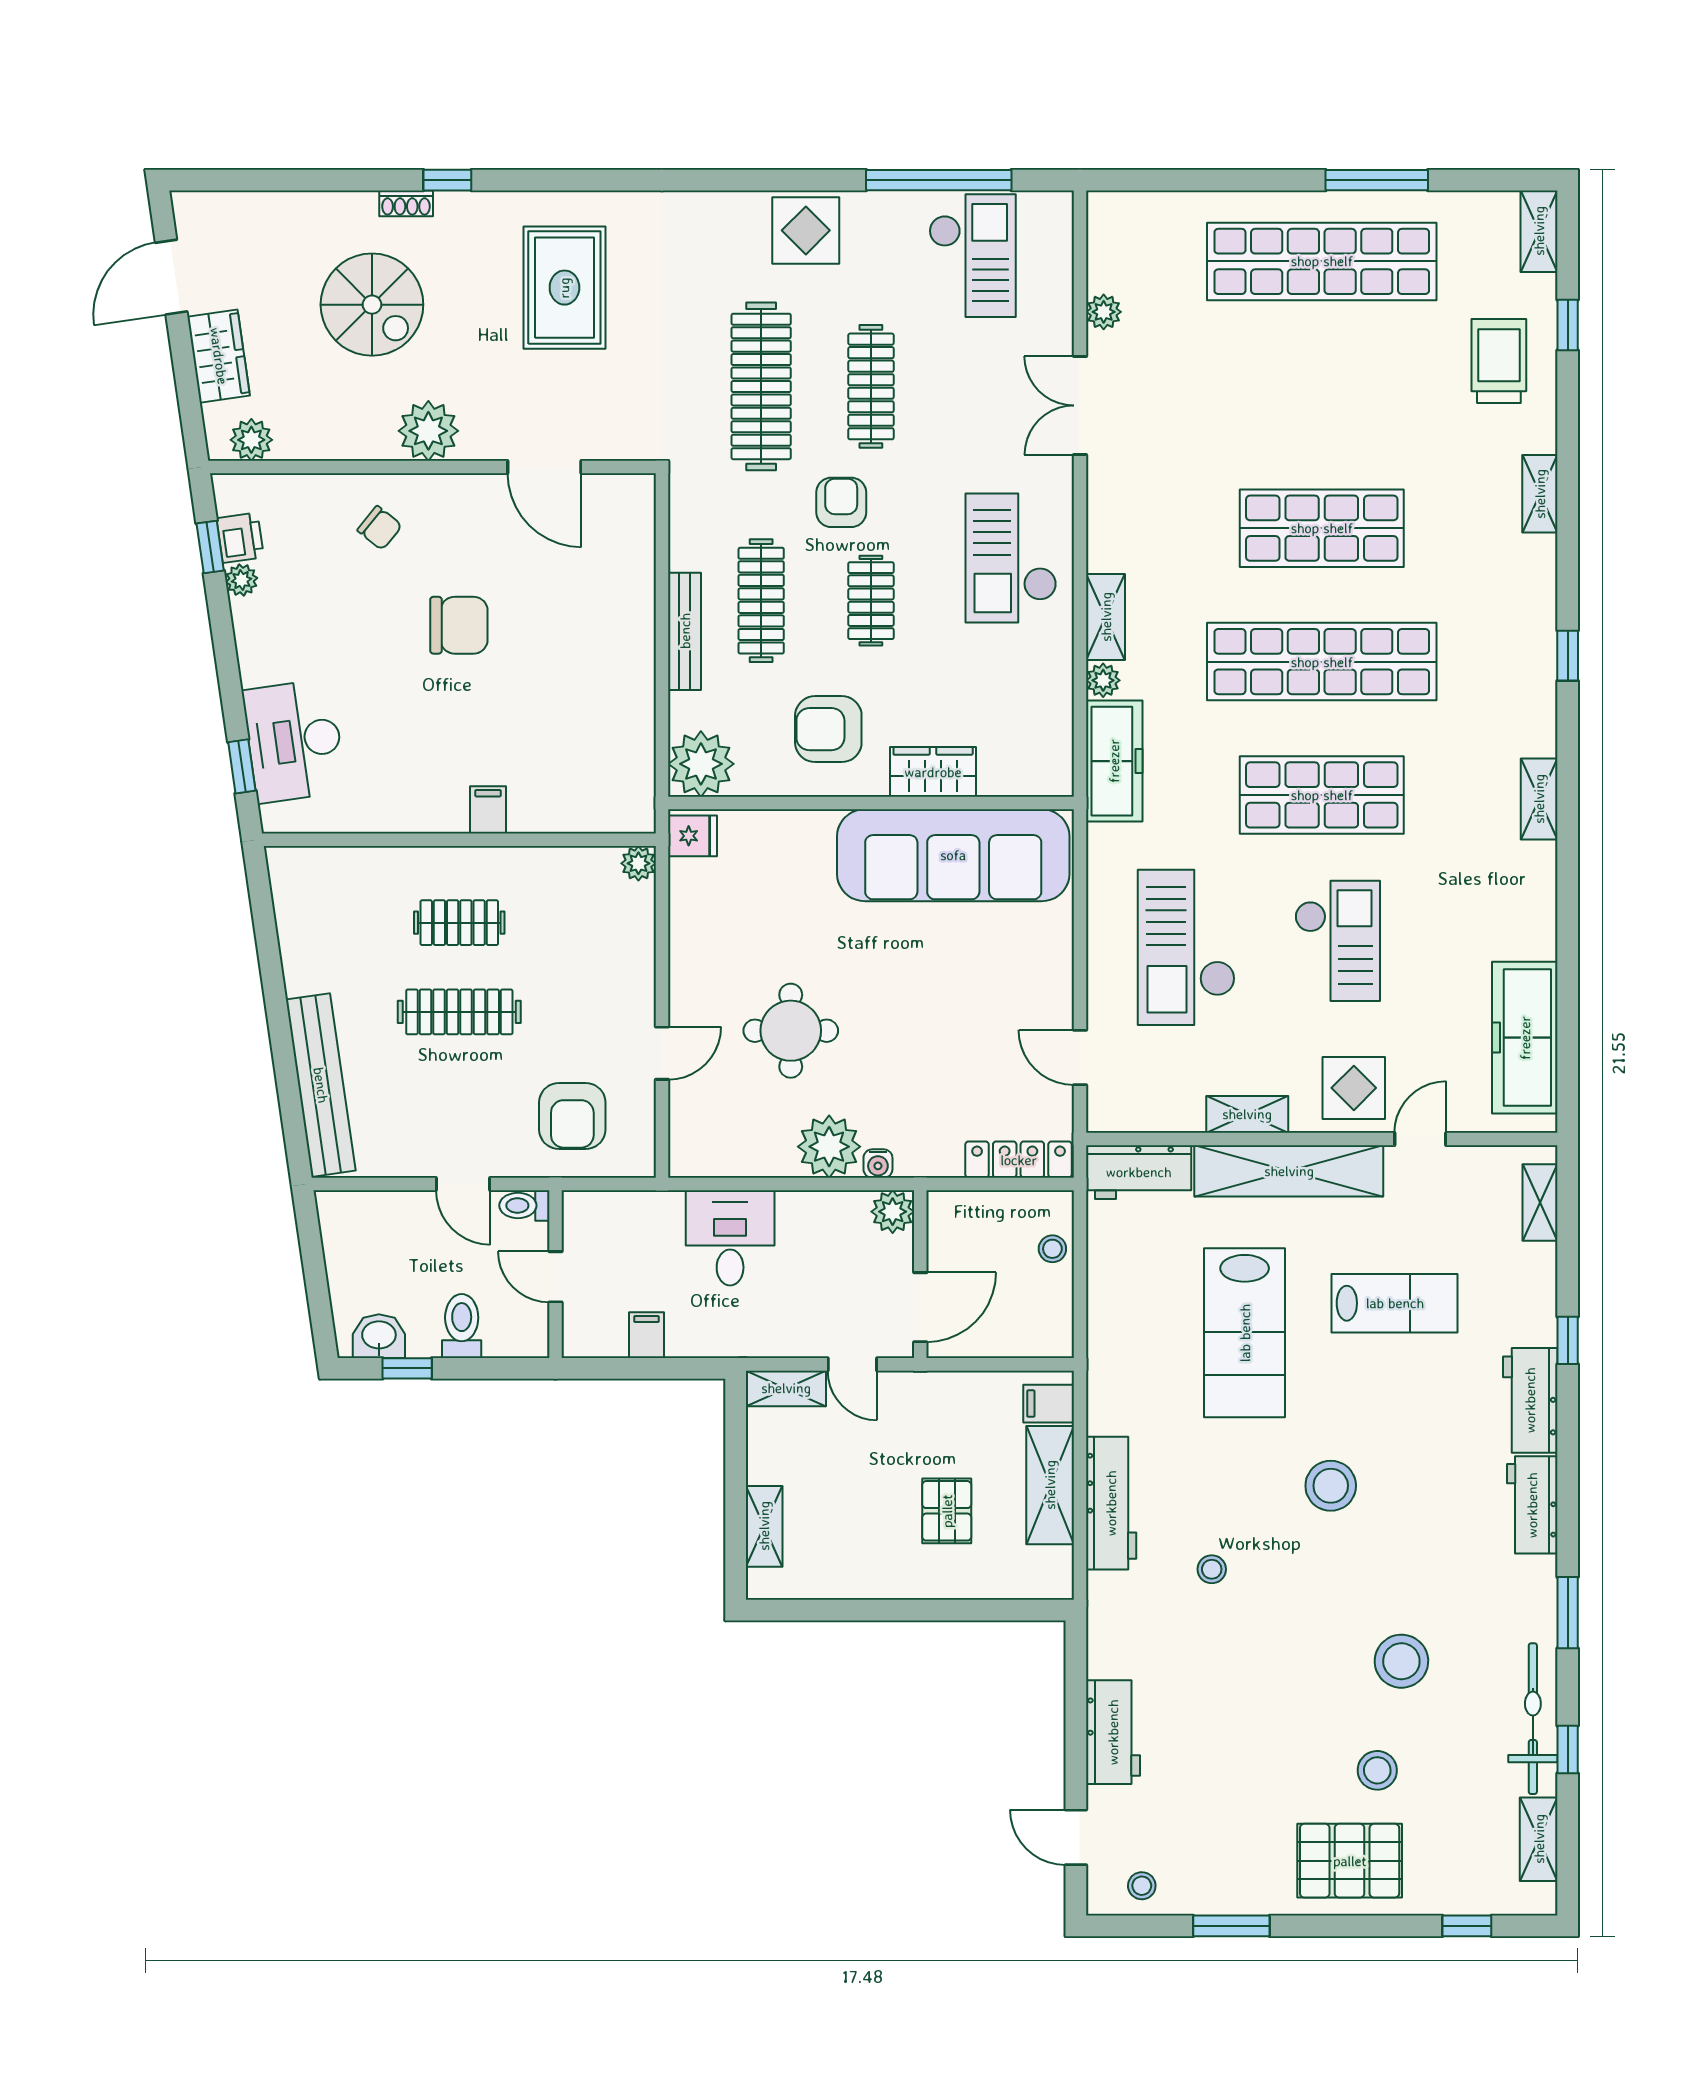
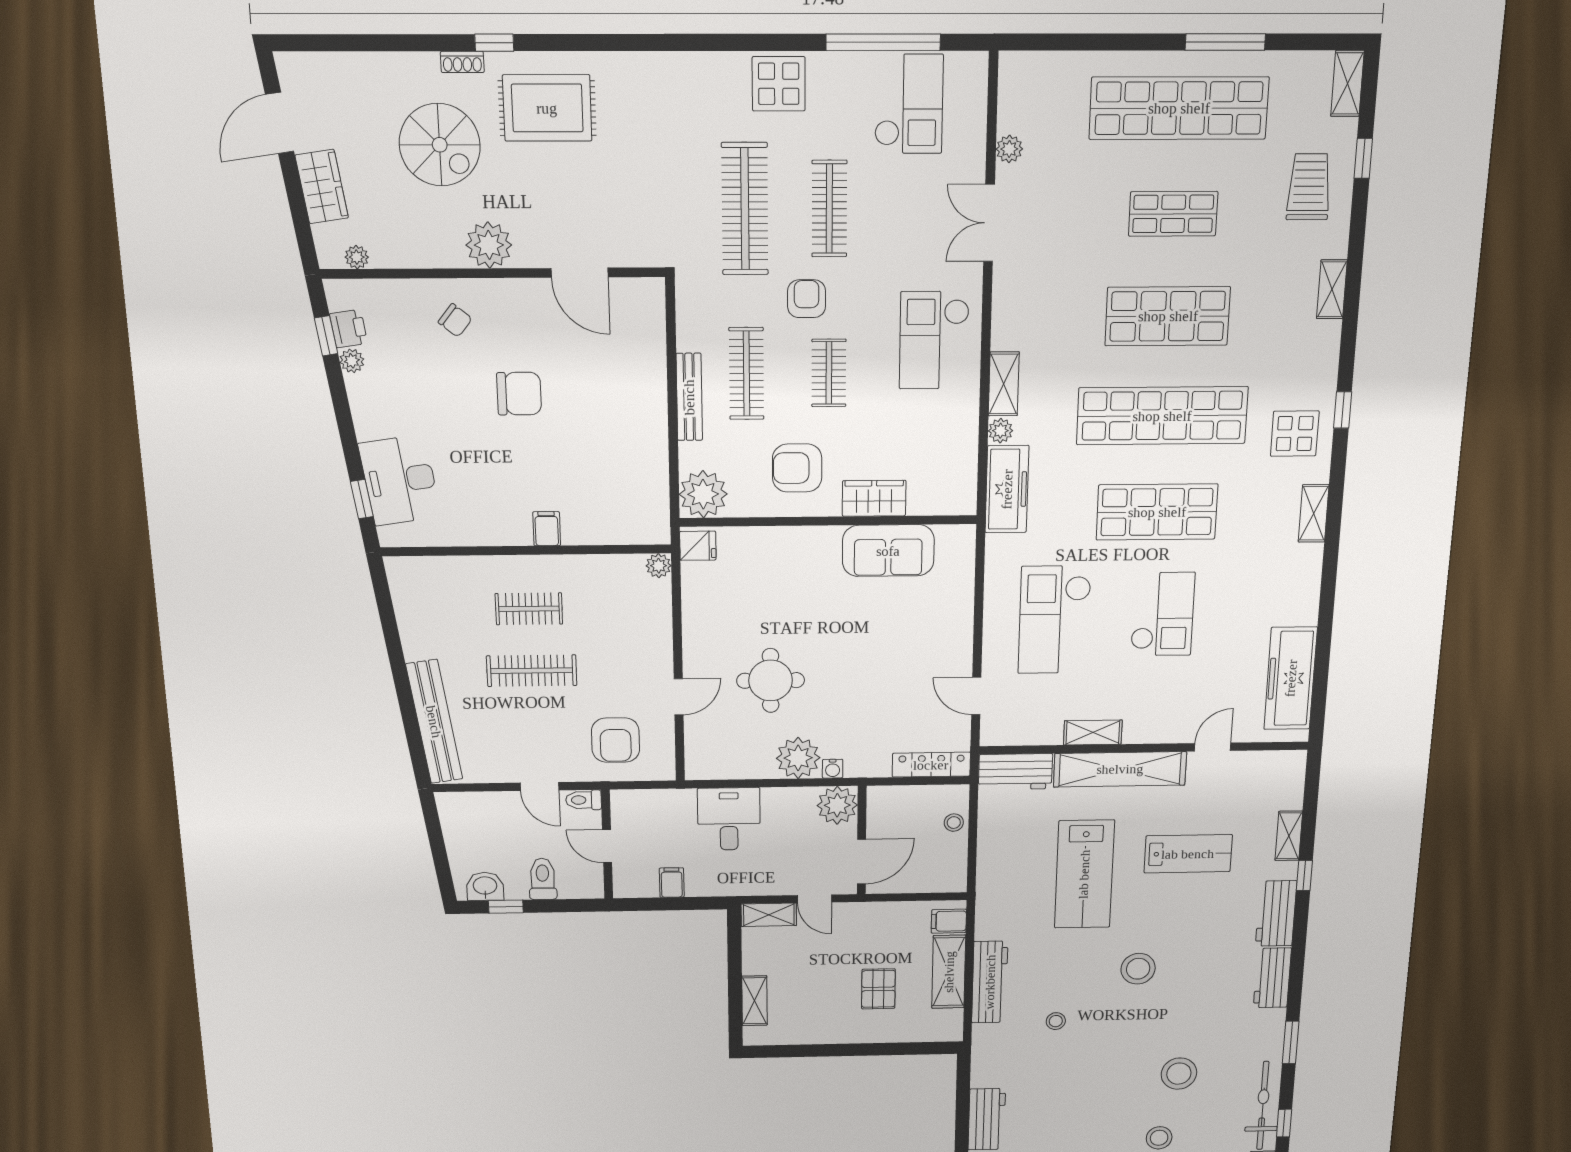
rug: (564, 288) -> (547, 108), moved, turned 90
shop shelf: (1322, 395) -> (1173, 214), added
plant: (251, 440) -> (357, 257), width x0.73, depth x0.73
sofa: (953, 855) -> (888, 551), width x0.54, depth x0.79
display table: (1354, 1088) -> (1295, 434), moved
shelving: (1540, 1203) -> (1289, 836), moved
plant: (893, 1212) -> (837, 805), width x1.36, depth x1.36

